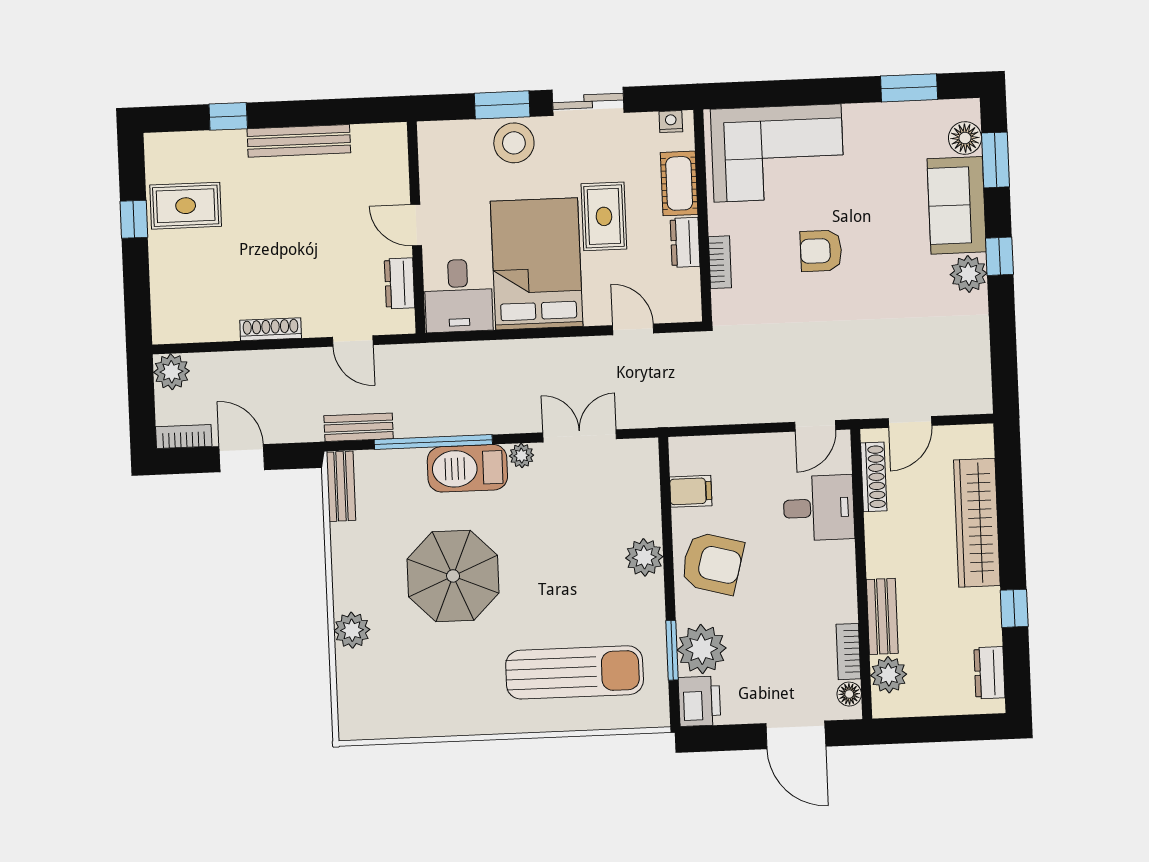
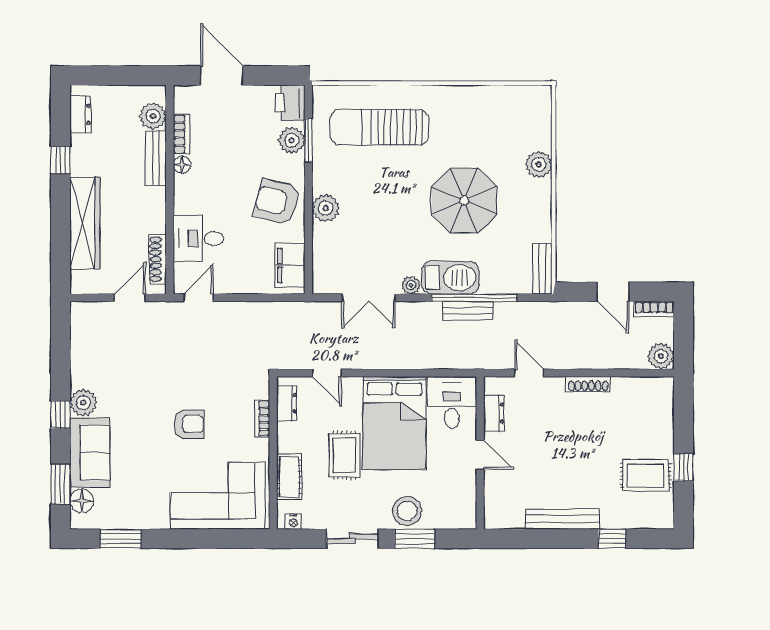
dresser: (685, 242) -> (287, 403), moved
bench: (359, 427) -> (468, 311), moved
filing cabinet: (691, 491) -> (290, 265), width x2.00
plant: (702, 649) -> (292, 140), width x0.73, depth x0.73
floor lamp: (849, 694) -> (182, 165), moved

